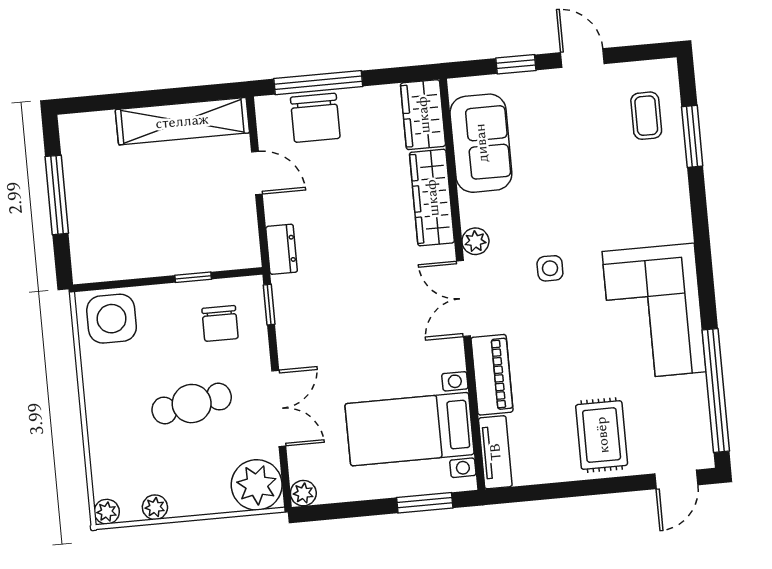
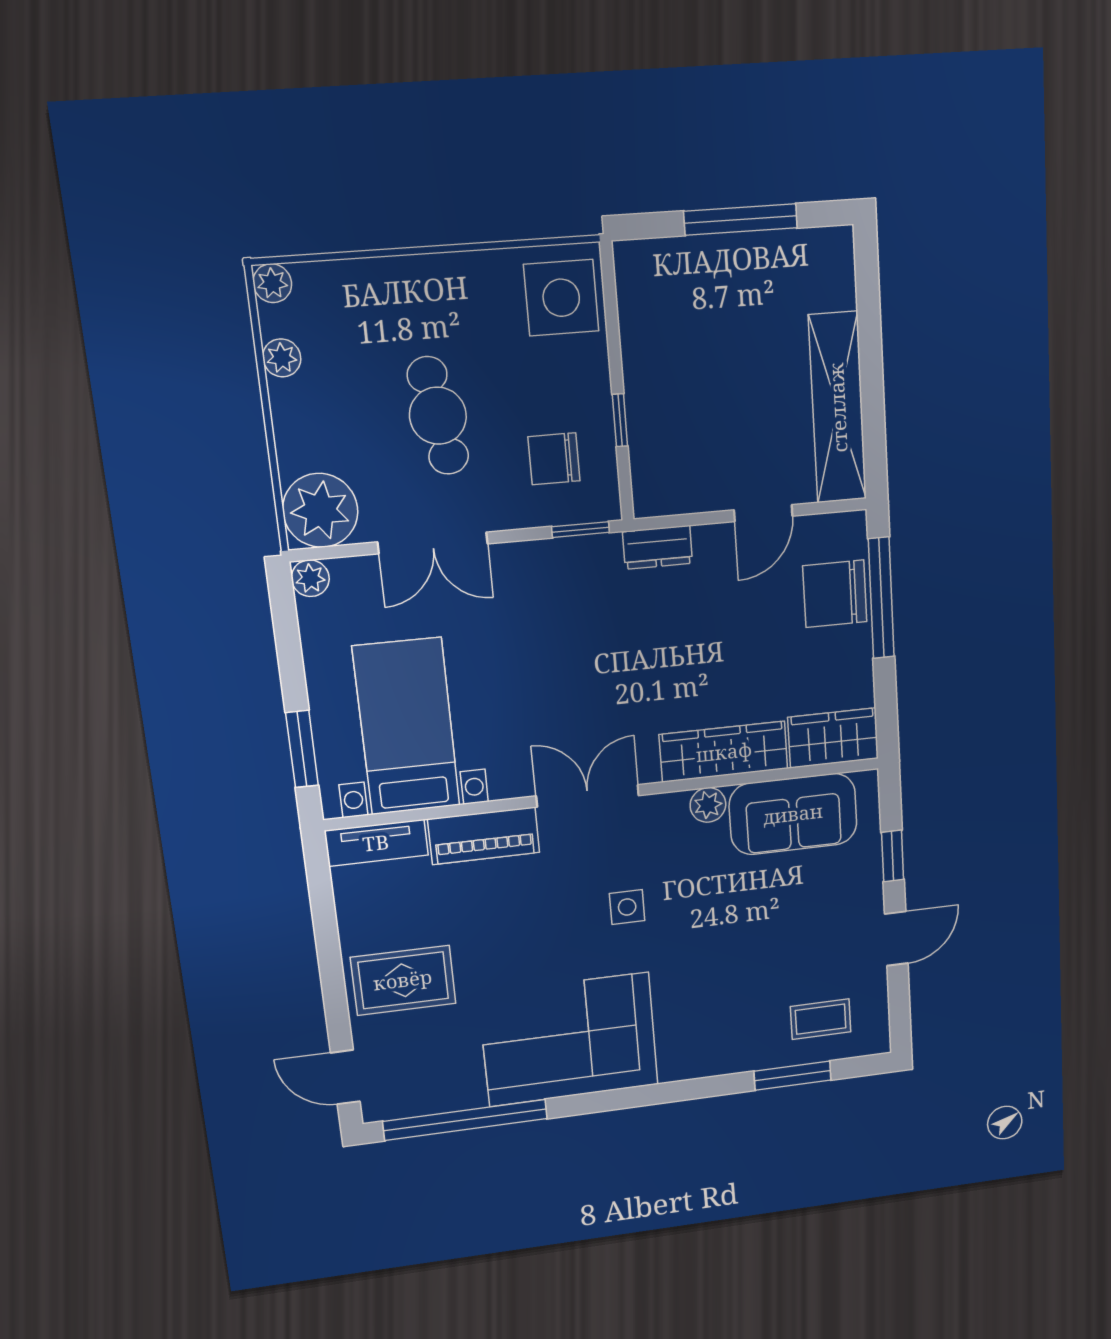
plant: (475, 241) -> (708, 805), moved

